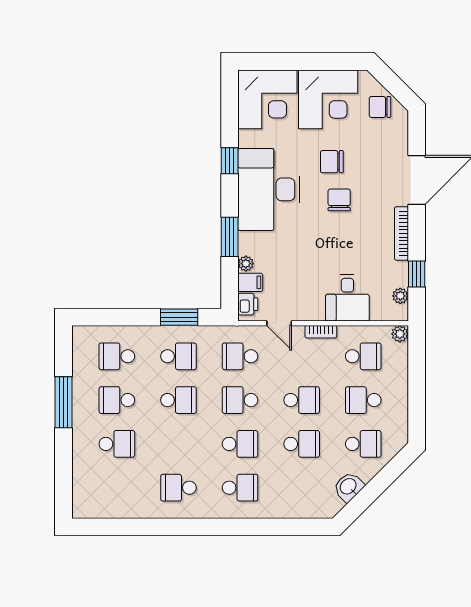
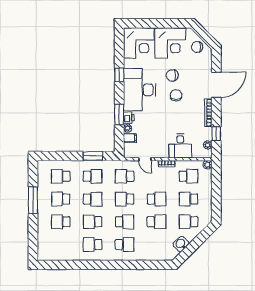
printer: (248, 304) -> (129, 118), moved
school desk: (117, 444) -> (61, 222), turned 180
school desk: (178, 444) -> (93, 222), added
school desk: (363, 444) -> (188, 222), turned 180

